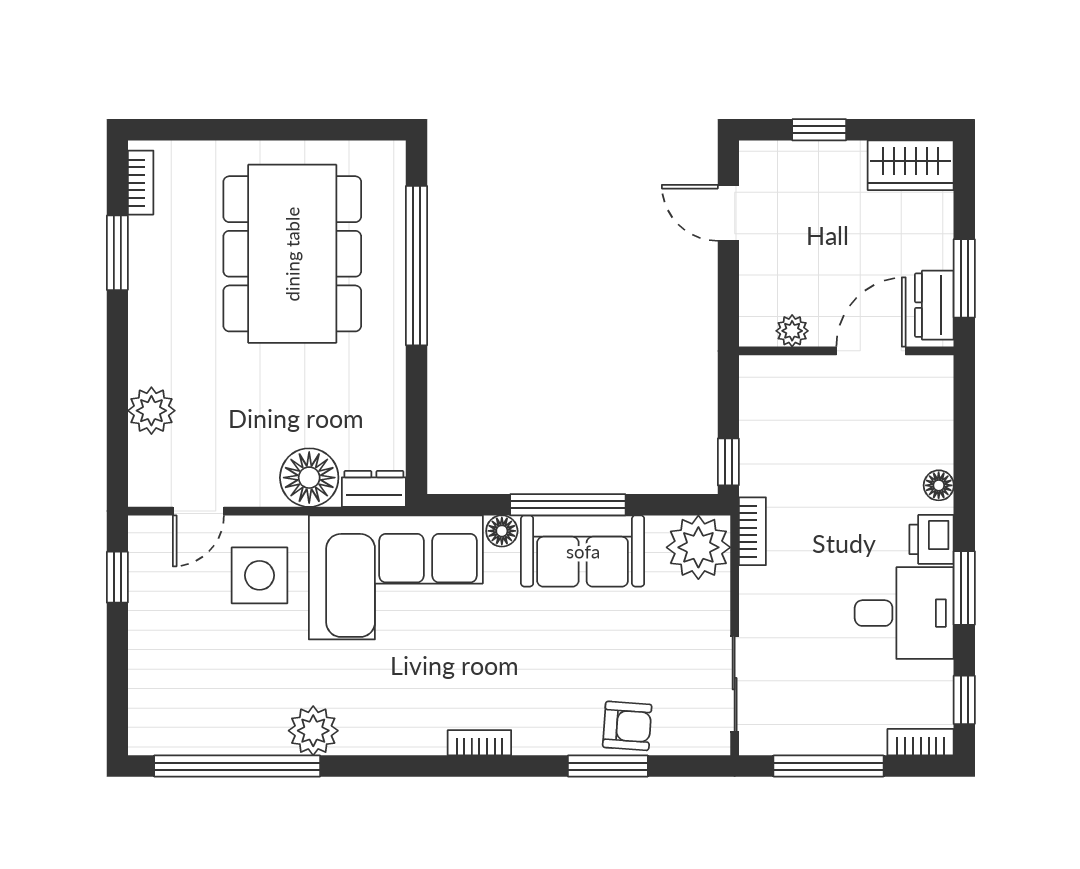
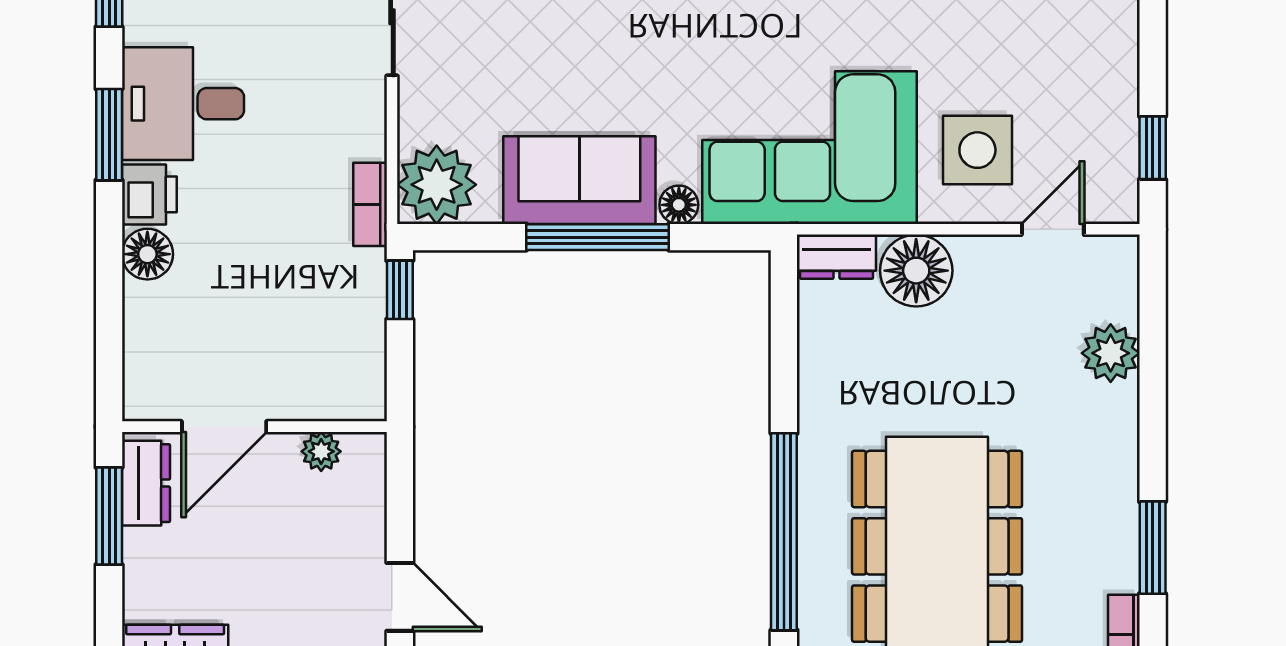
floor lamp: (939, 485) -> (147, 254), width x1.37, depth x1.37

